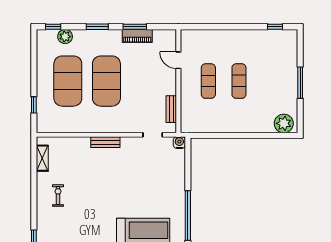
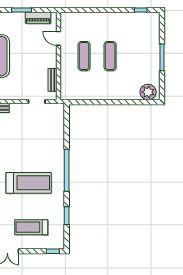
piano: (137, 36) -> (38, 18), moved
water cooler: (179, 143) -> (59, 108), removed

